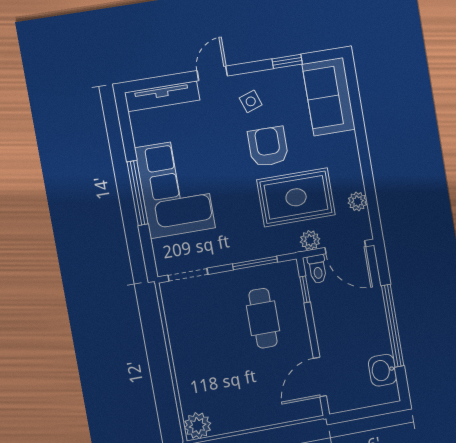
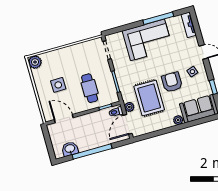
tv unit: (162, 96) -> (189, 25), width x0.71
armchair: (268, 147) -> (172, 82), turned -90
window: (137, 193) -> (158, 18), moved
plant: (357, 201) -> (178, 120), moved
cafe table: (263, 318) -> (90, 88), turned 90
side table: (250, 382) -> (58, 85), added

